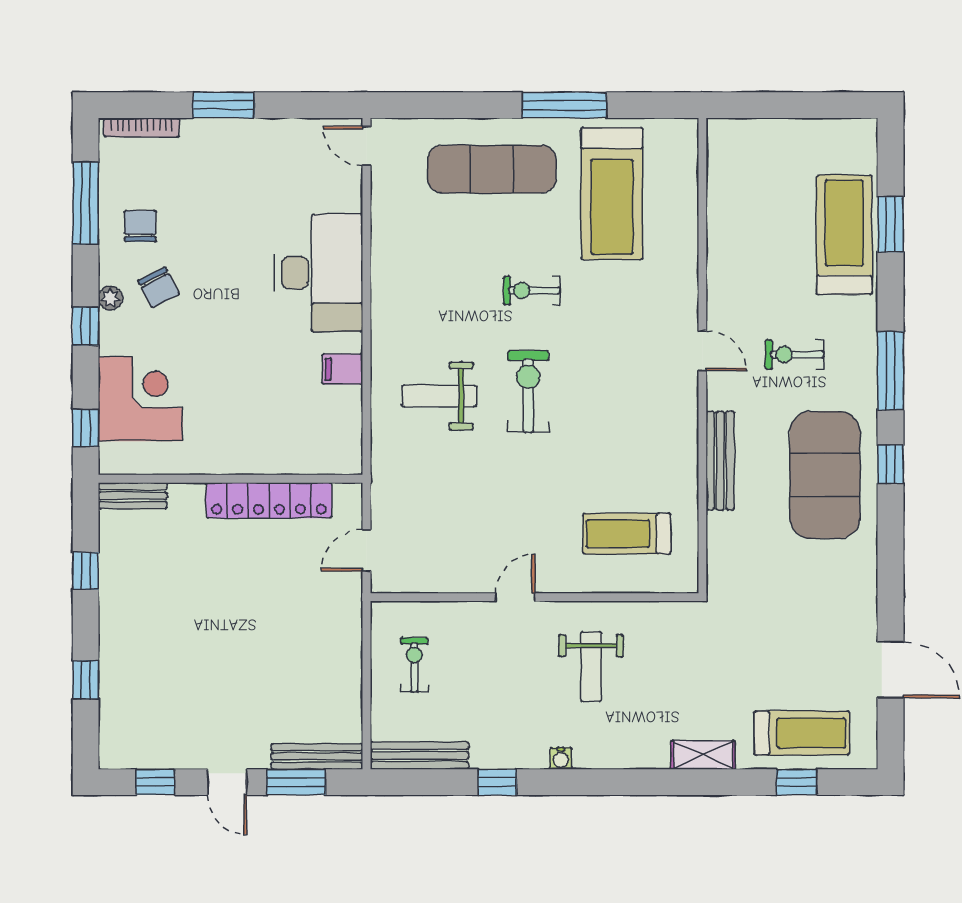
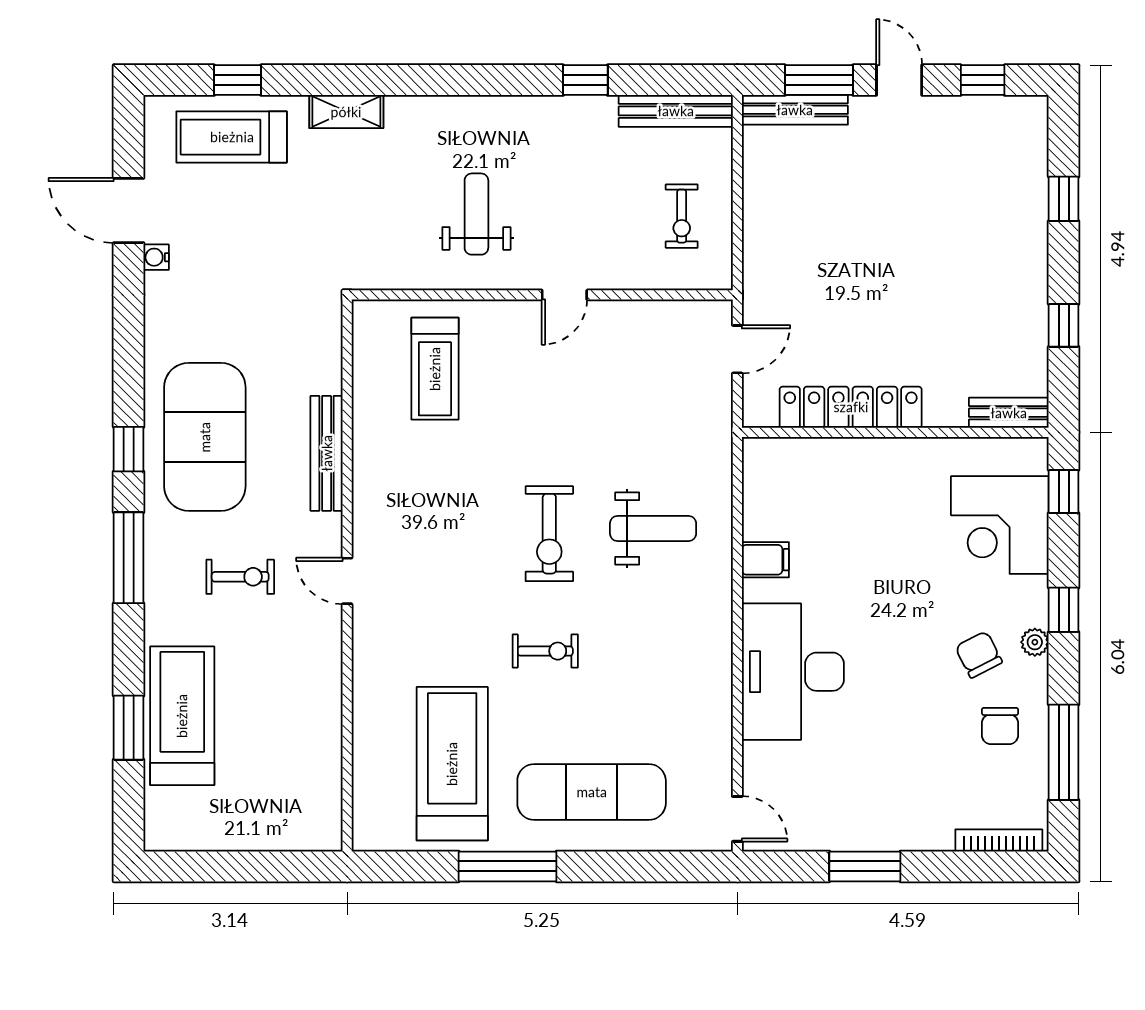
window: (224, 105) -> (865, 866), moved
treadmill: (844, 235) -> (182, 716), turned 180
treadmill: (627, 534) -> (435, 369), turned 90
water cooler: (561, 758) -> (156, 257), moved, turned -90

